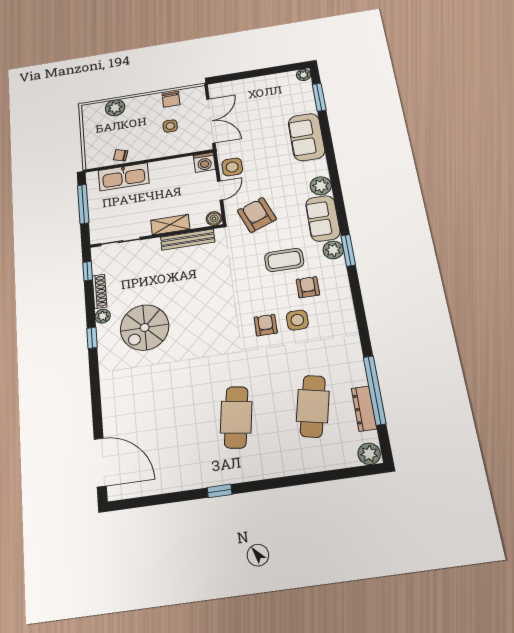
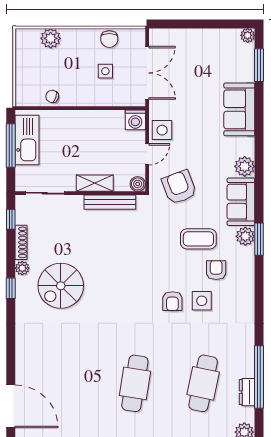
kitchen sink: (124, 177) -> (27, 140), moved, turned -90
armchair: (266, 325) -> (172, 301), turned 180
dresser: (364, 409) -> (247, 392), width x0.70

